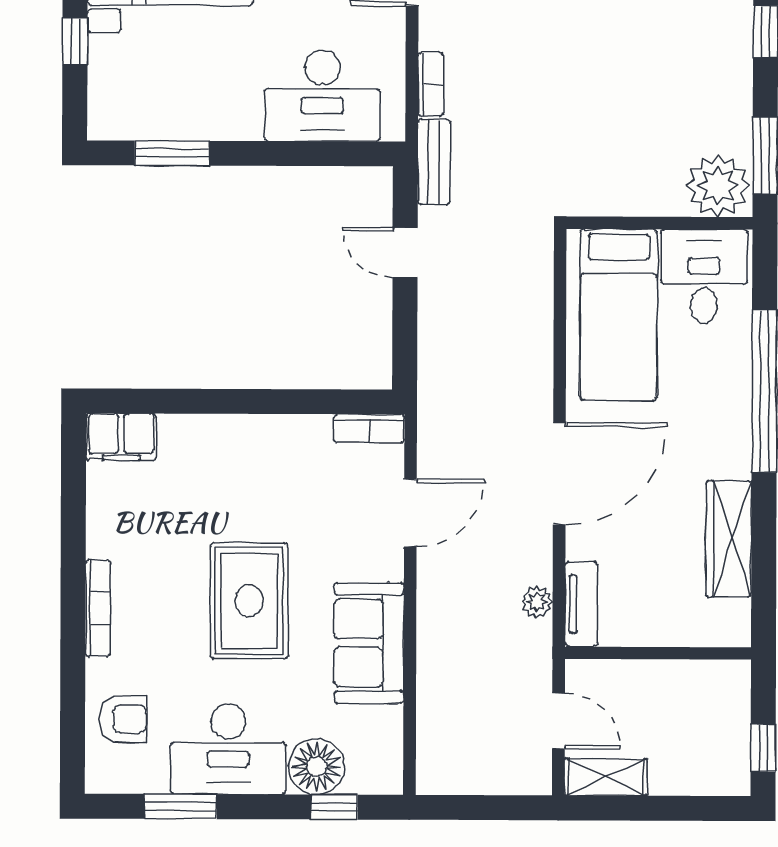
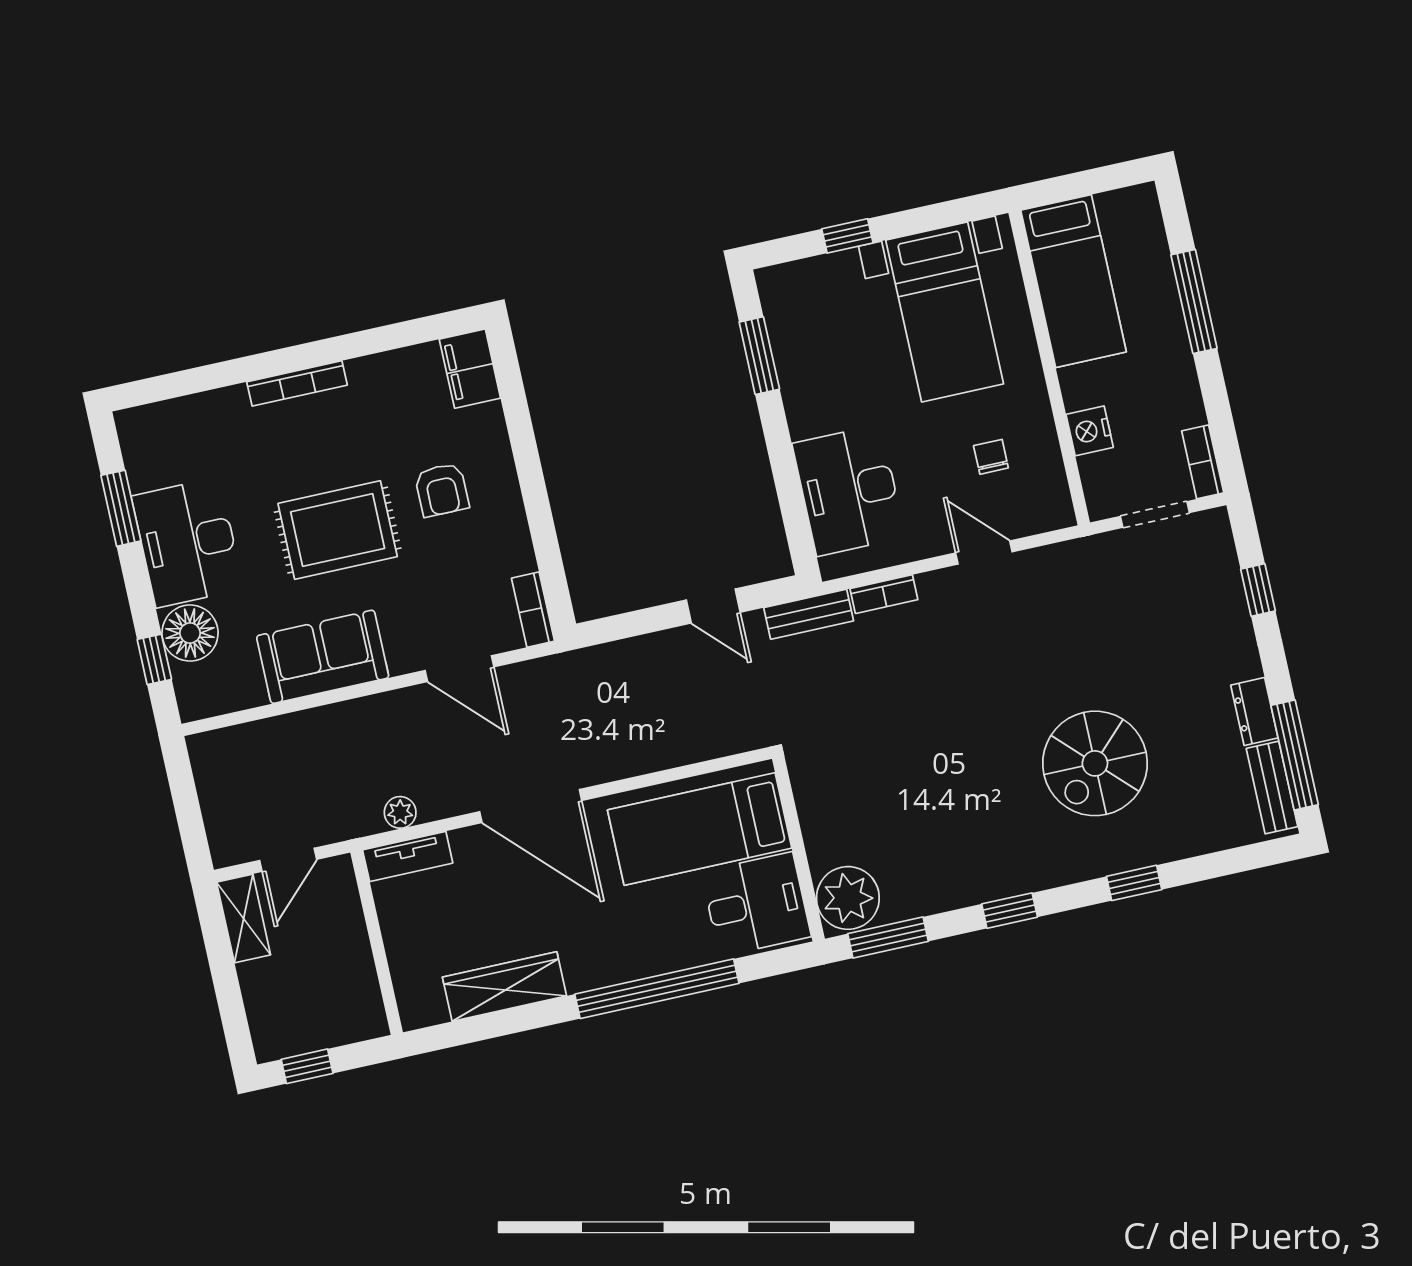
door: (405, 253) -> (713, 606), swing flipped
armchair: (123, 719) -> (442, 490), moved

